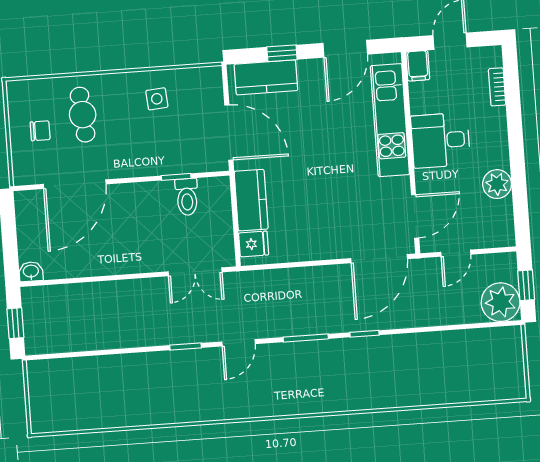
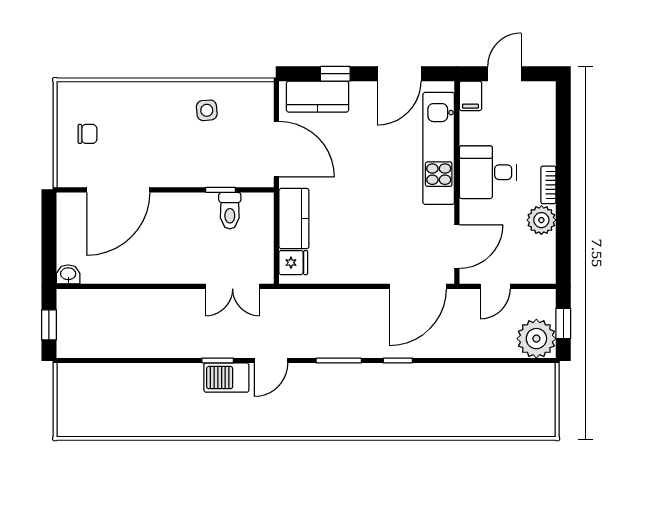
bookcase: (497, 87) -> (548, 185), moved
cafe table: (83, 115) -> (131, 121), removed
barbecue: (195, 363) -> (226, 378), added

